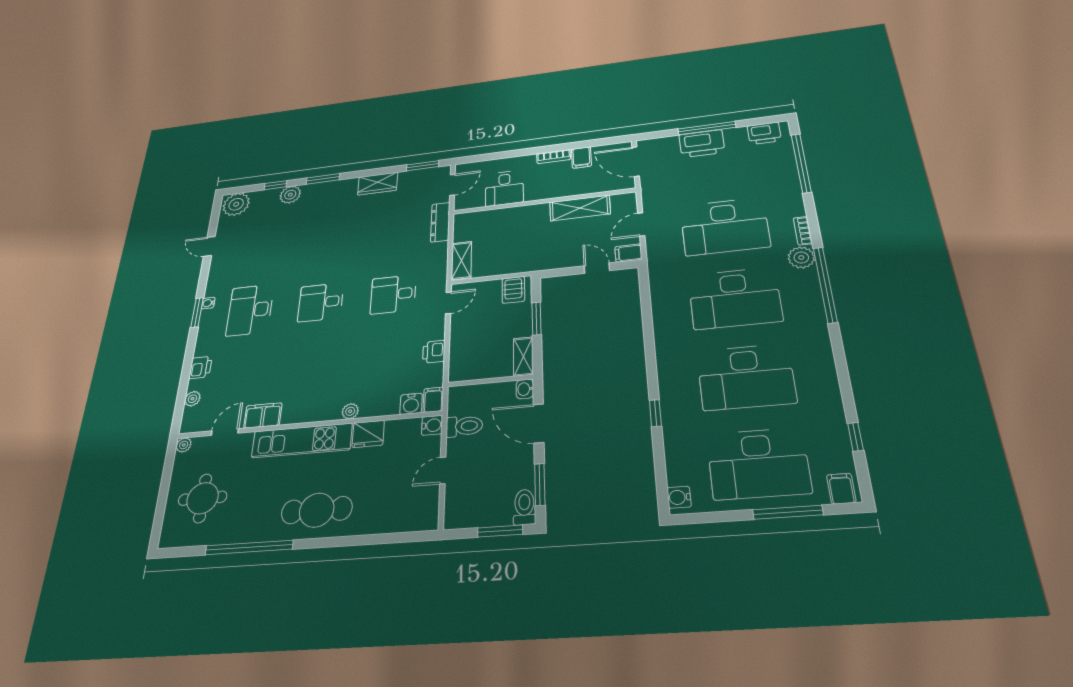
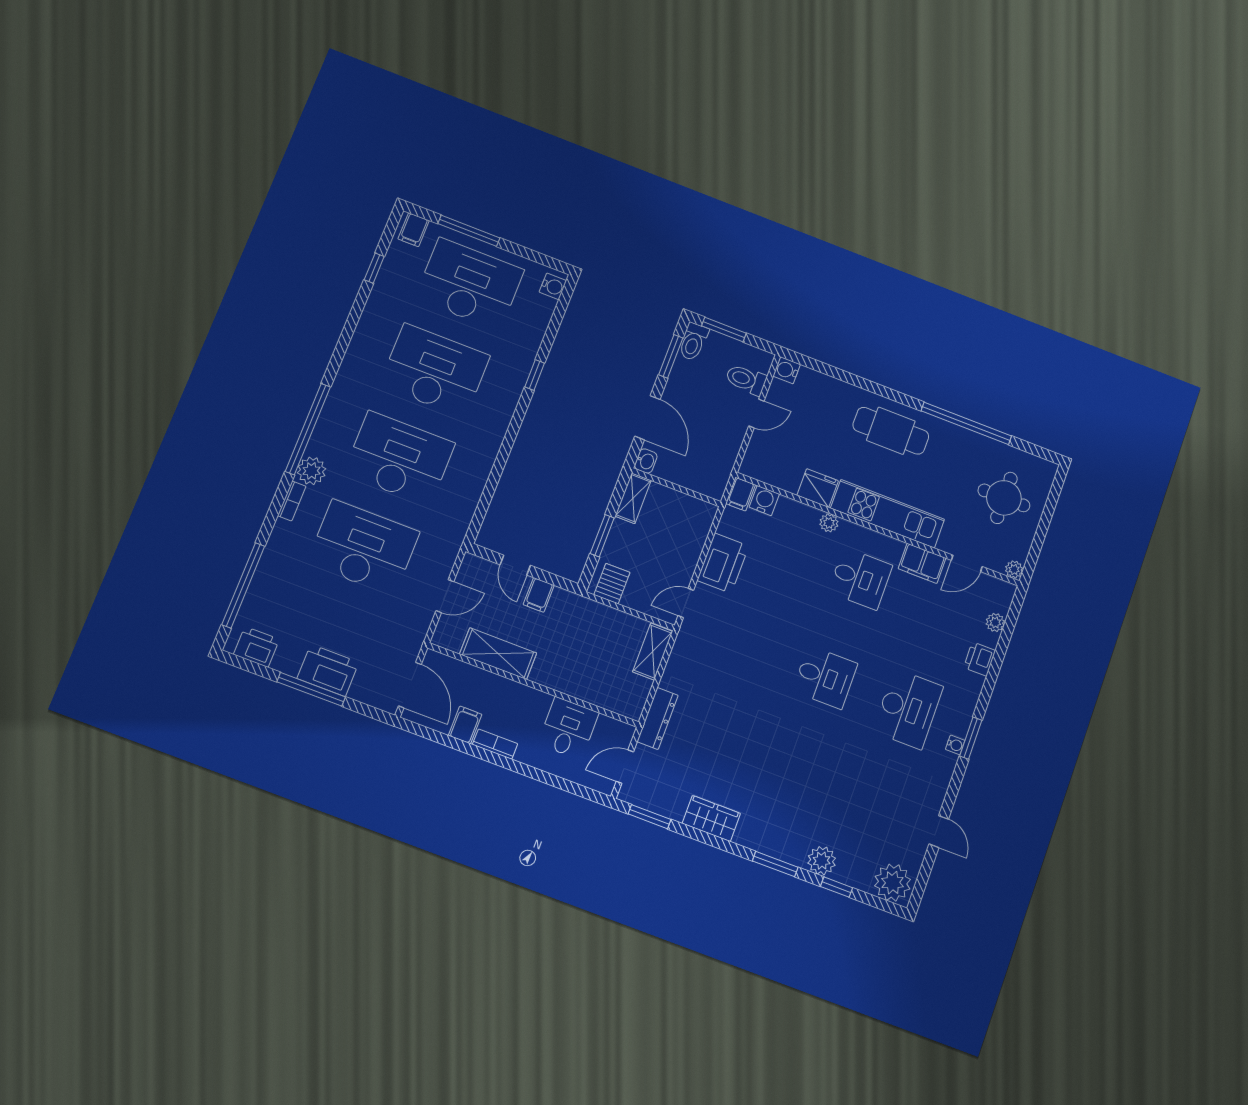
filing cabinet: (628, 253) -> (539, 595), moved, turned 90
desk: (393, 294) -> (860, 579), moved
printer: (434, 352) -> (723, 563), width x1.87, depth x1.48
water cooler: (432, 425) -> (787, 370), moved
toilet: (464, 426) -> (746, 380), moved

